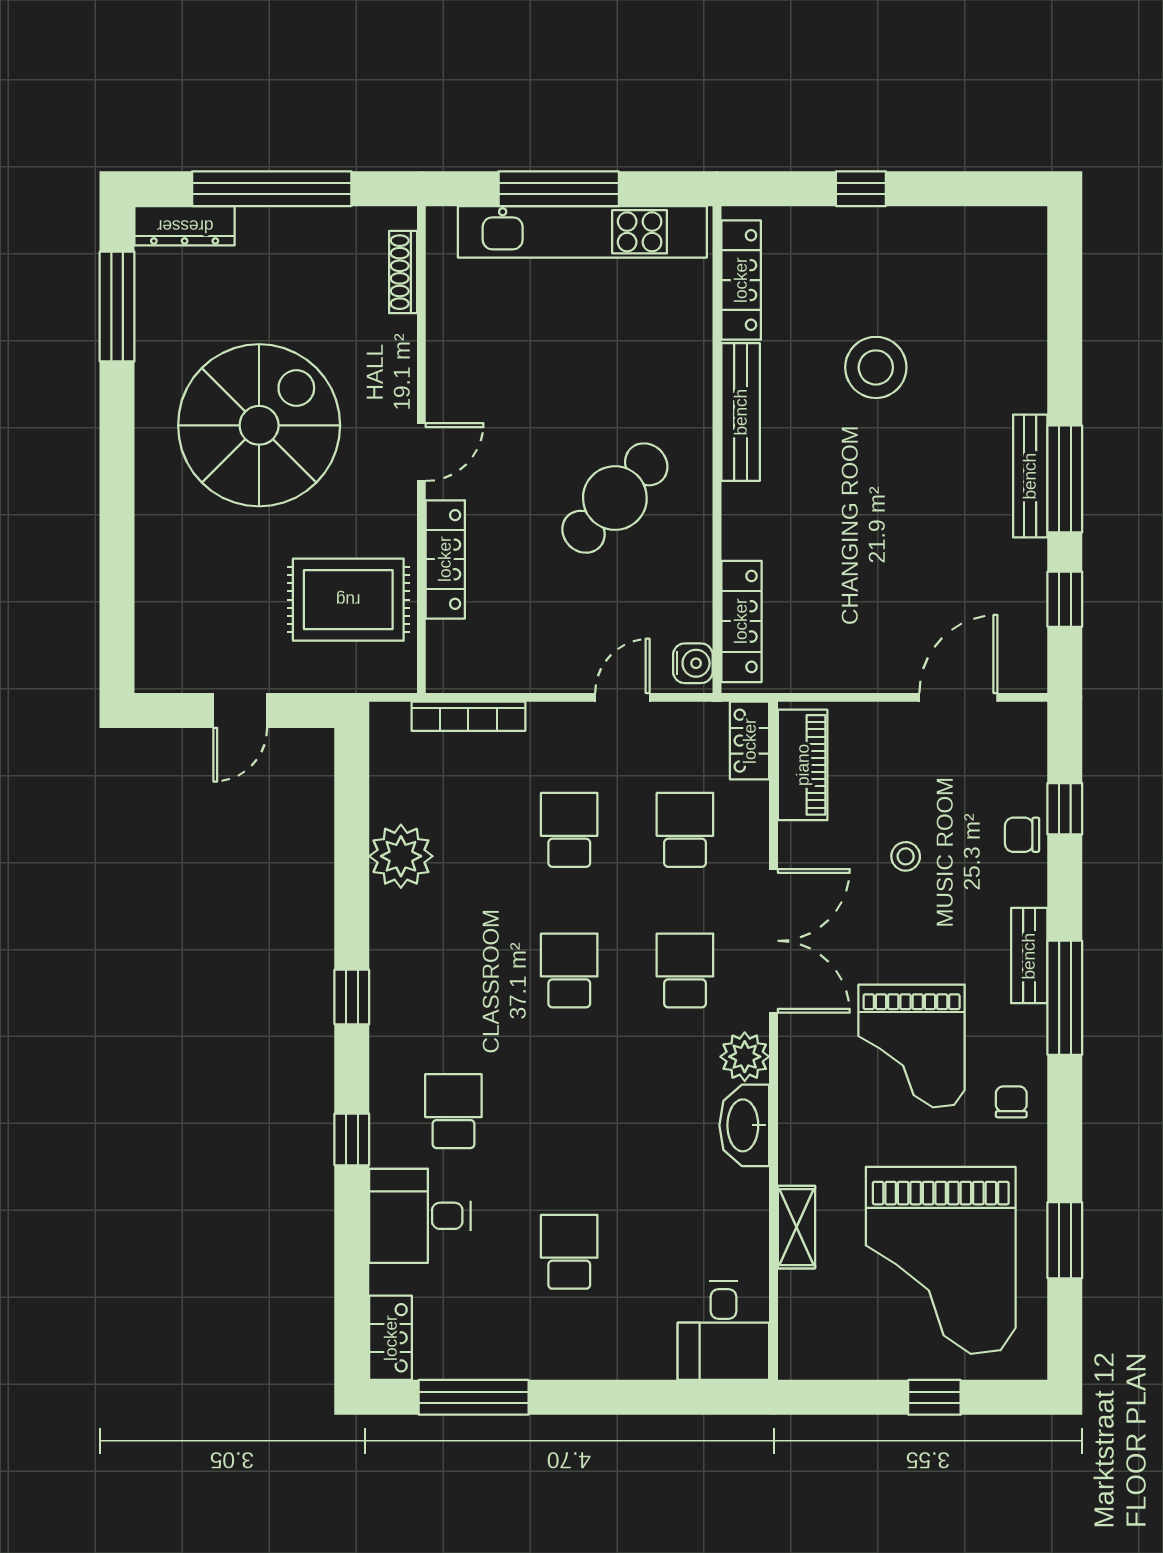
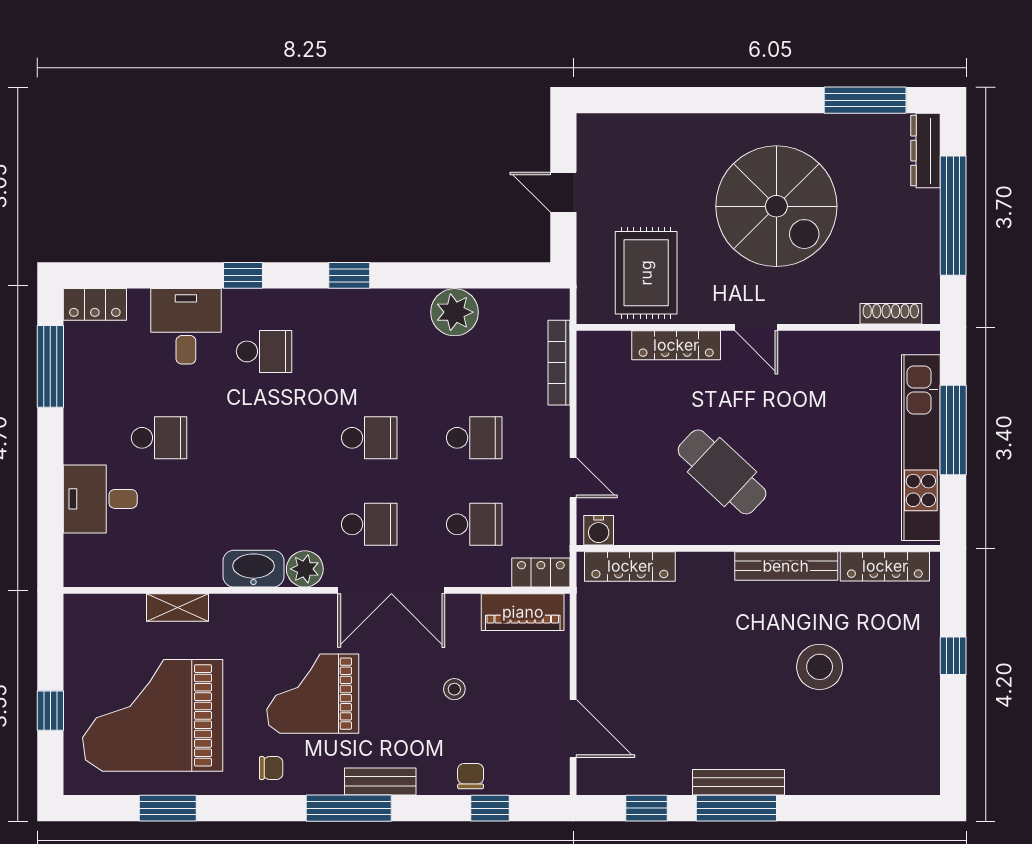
desk: (723, 1331) -> (100, 499), moved

